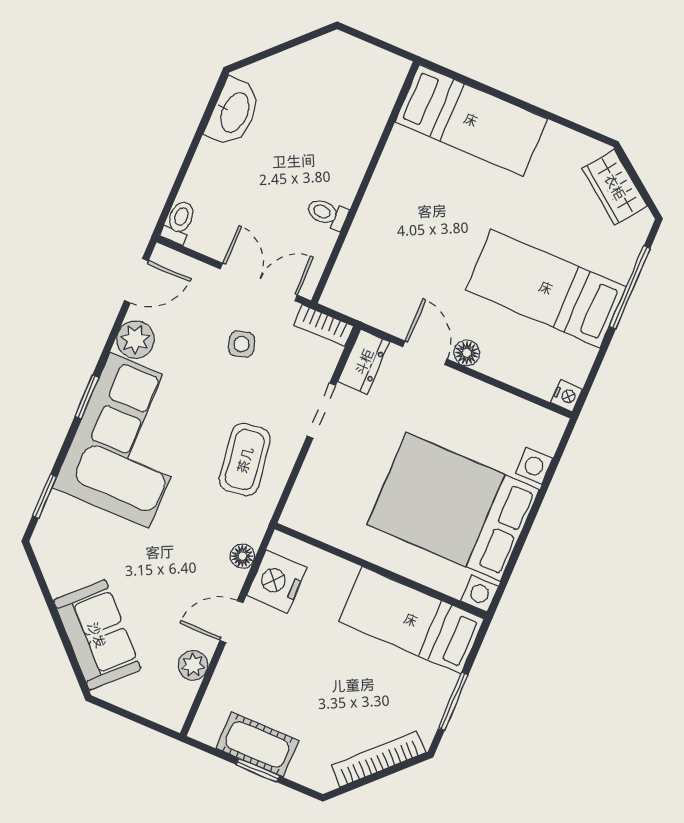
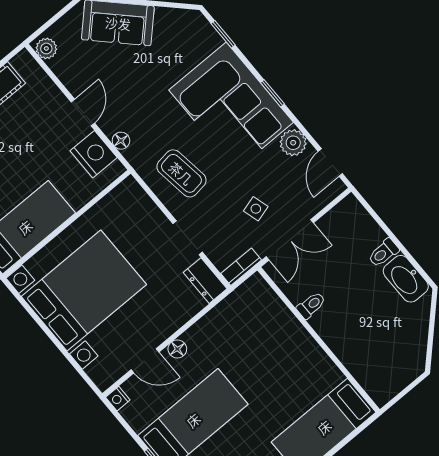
toilet: (179, 222) -> (383, 253), moved, turned 90
door: (425, 353) -> (145, 361), moved
plant: (193, 665) -> (46, 48), moved

